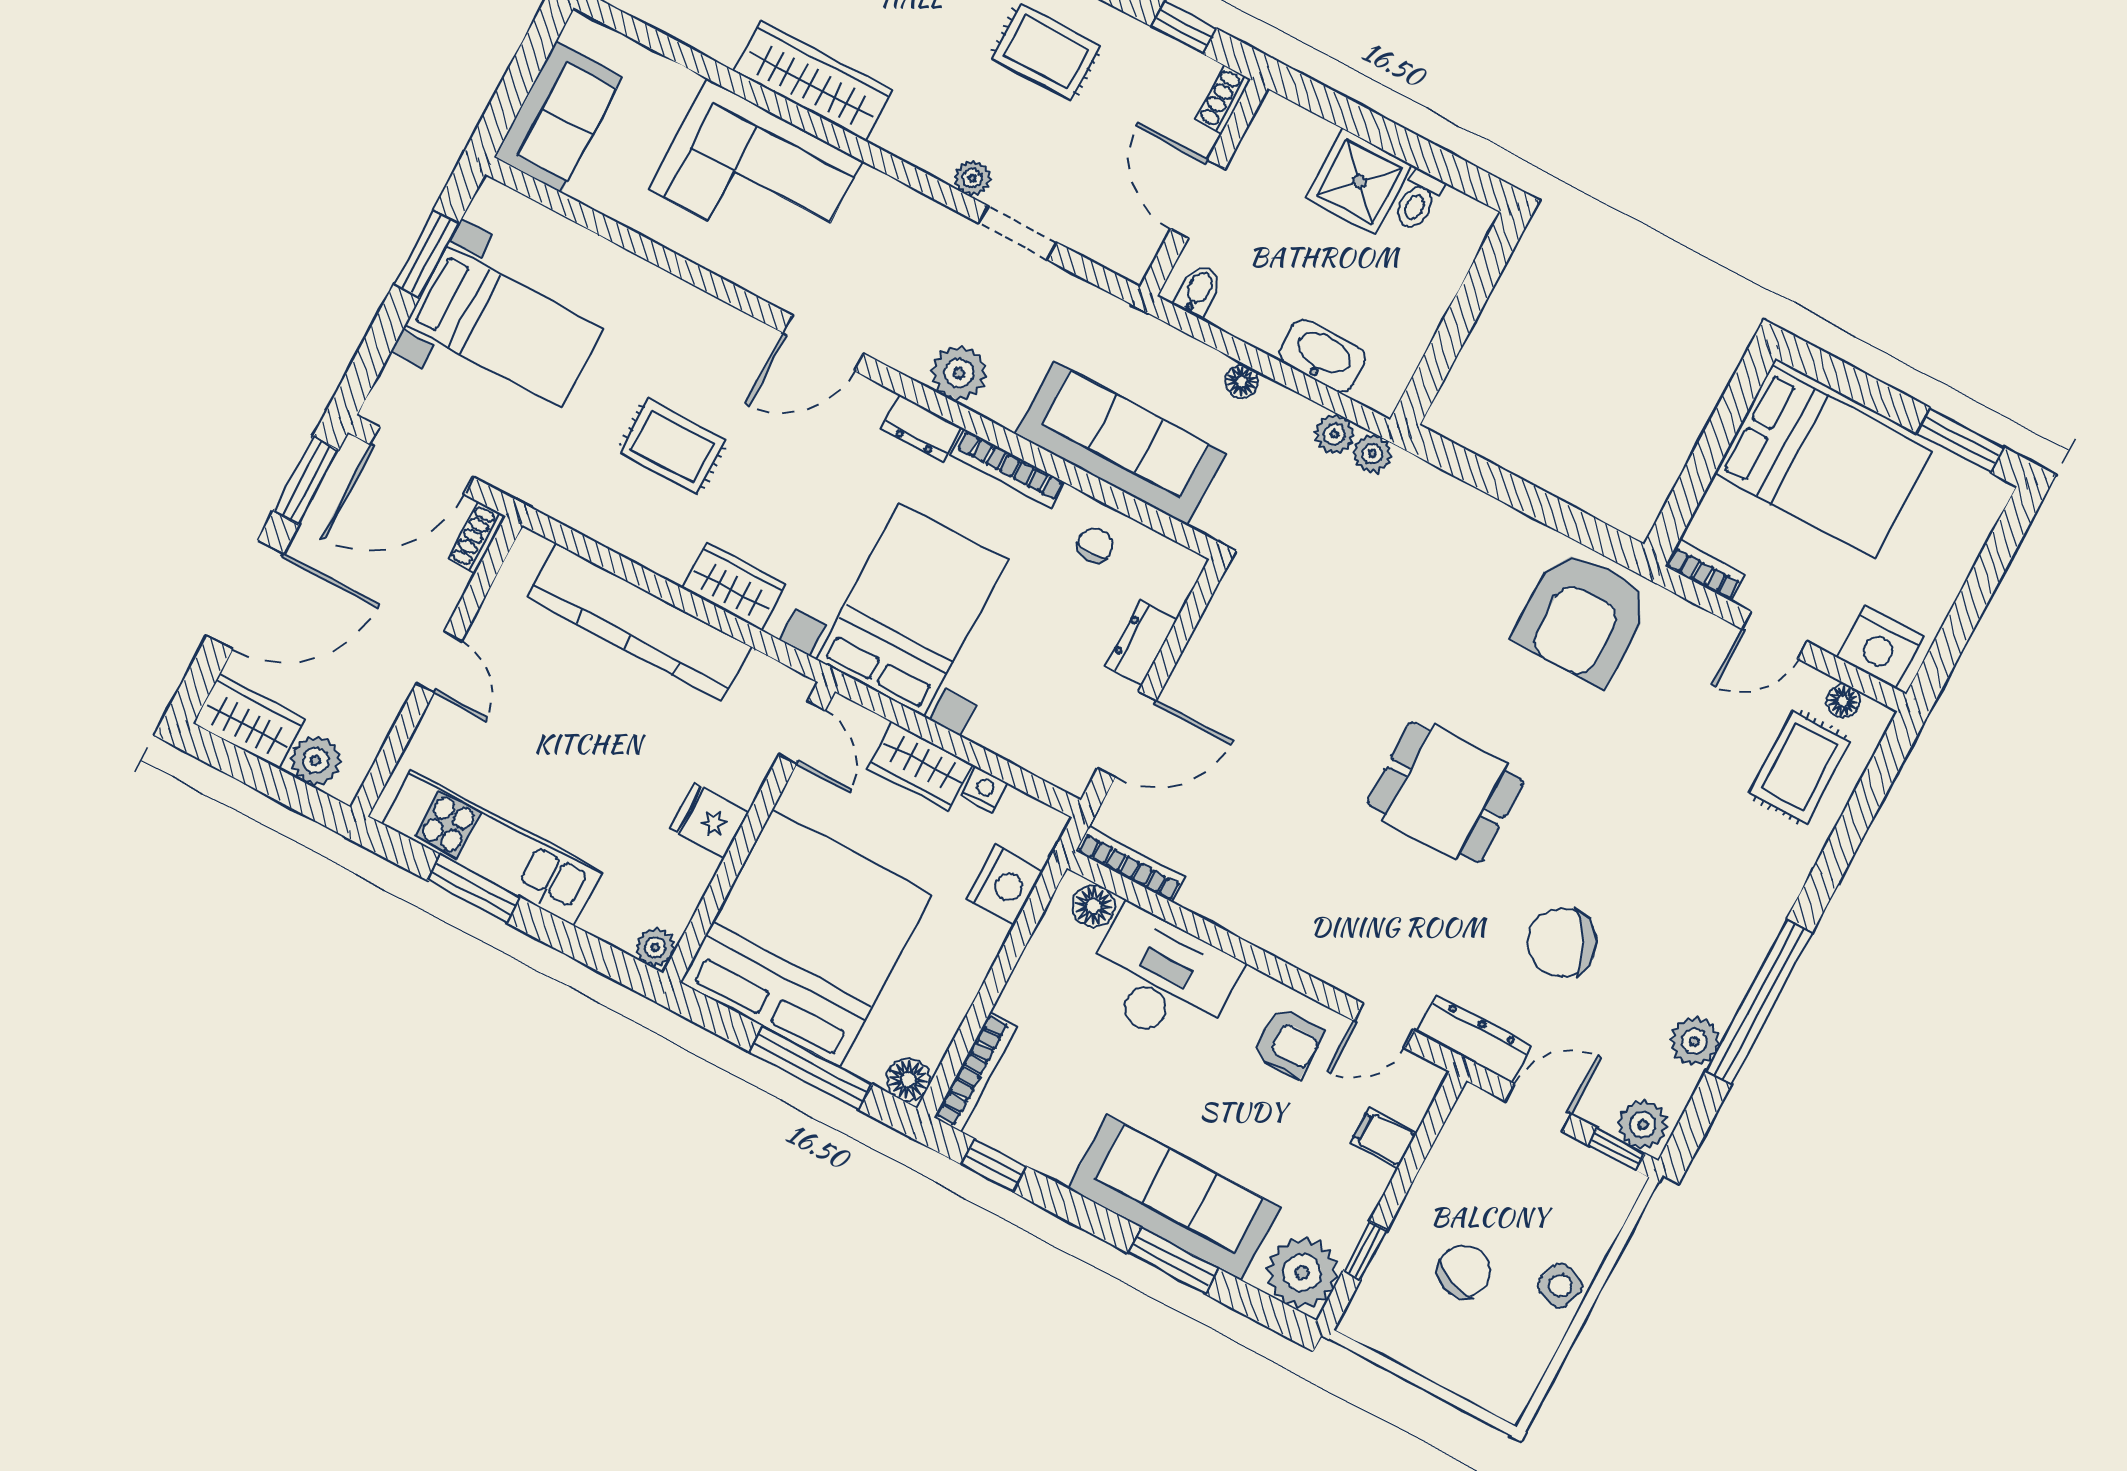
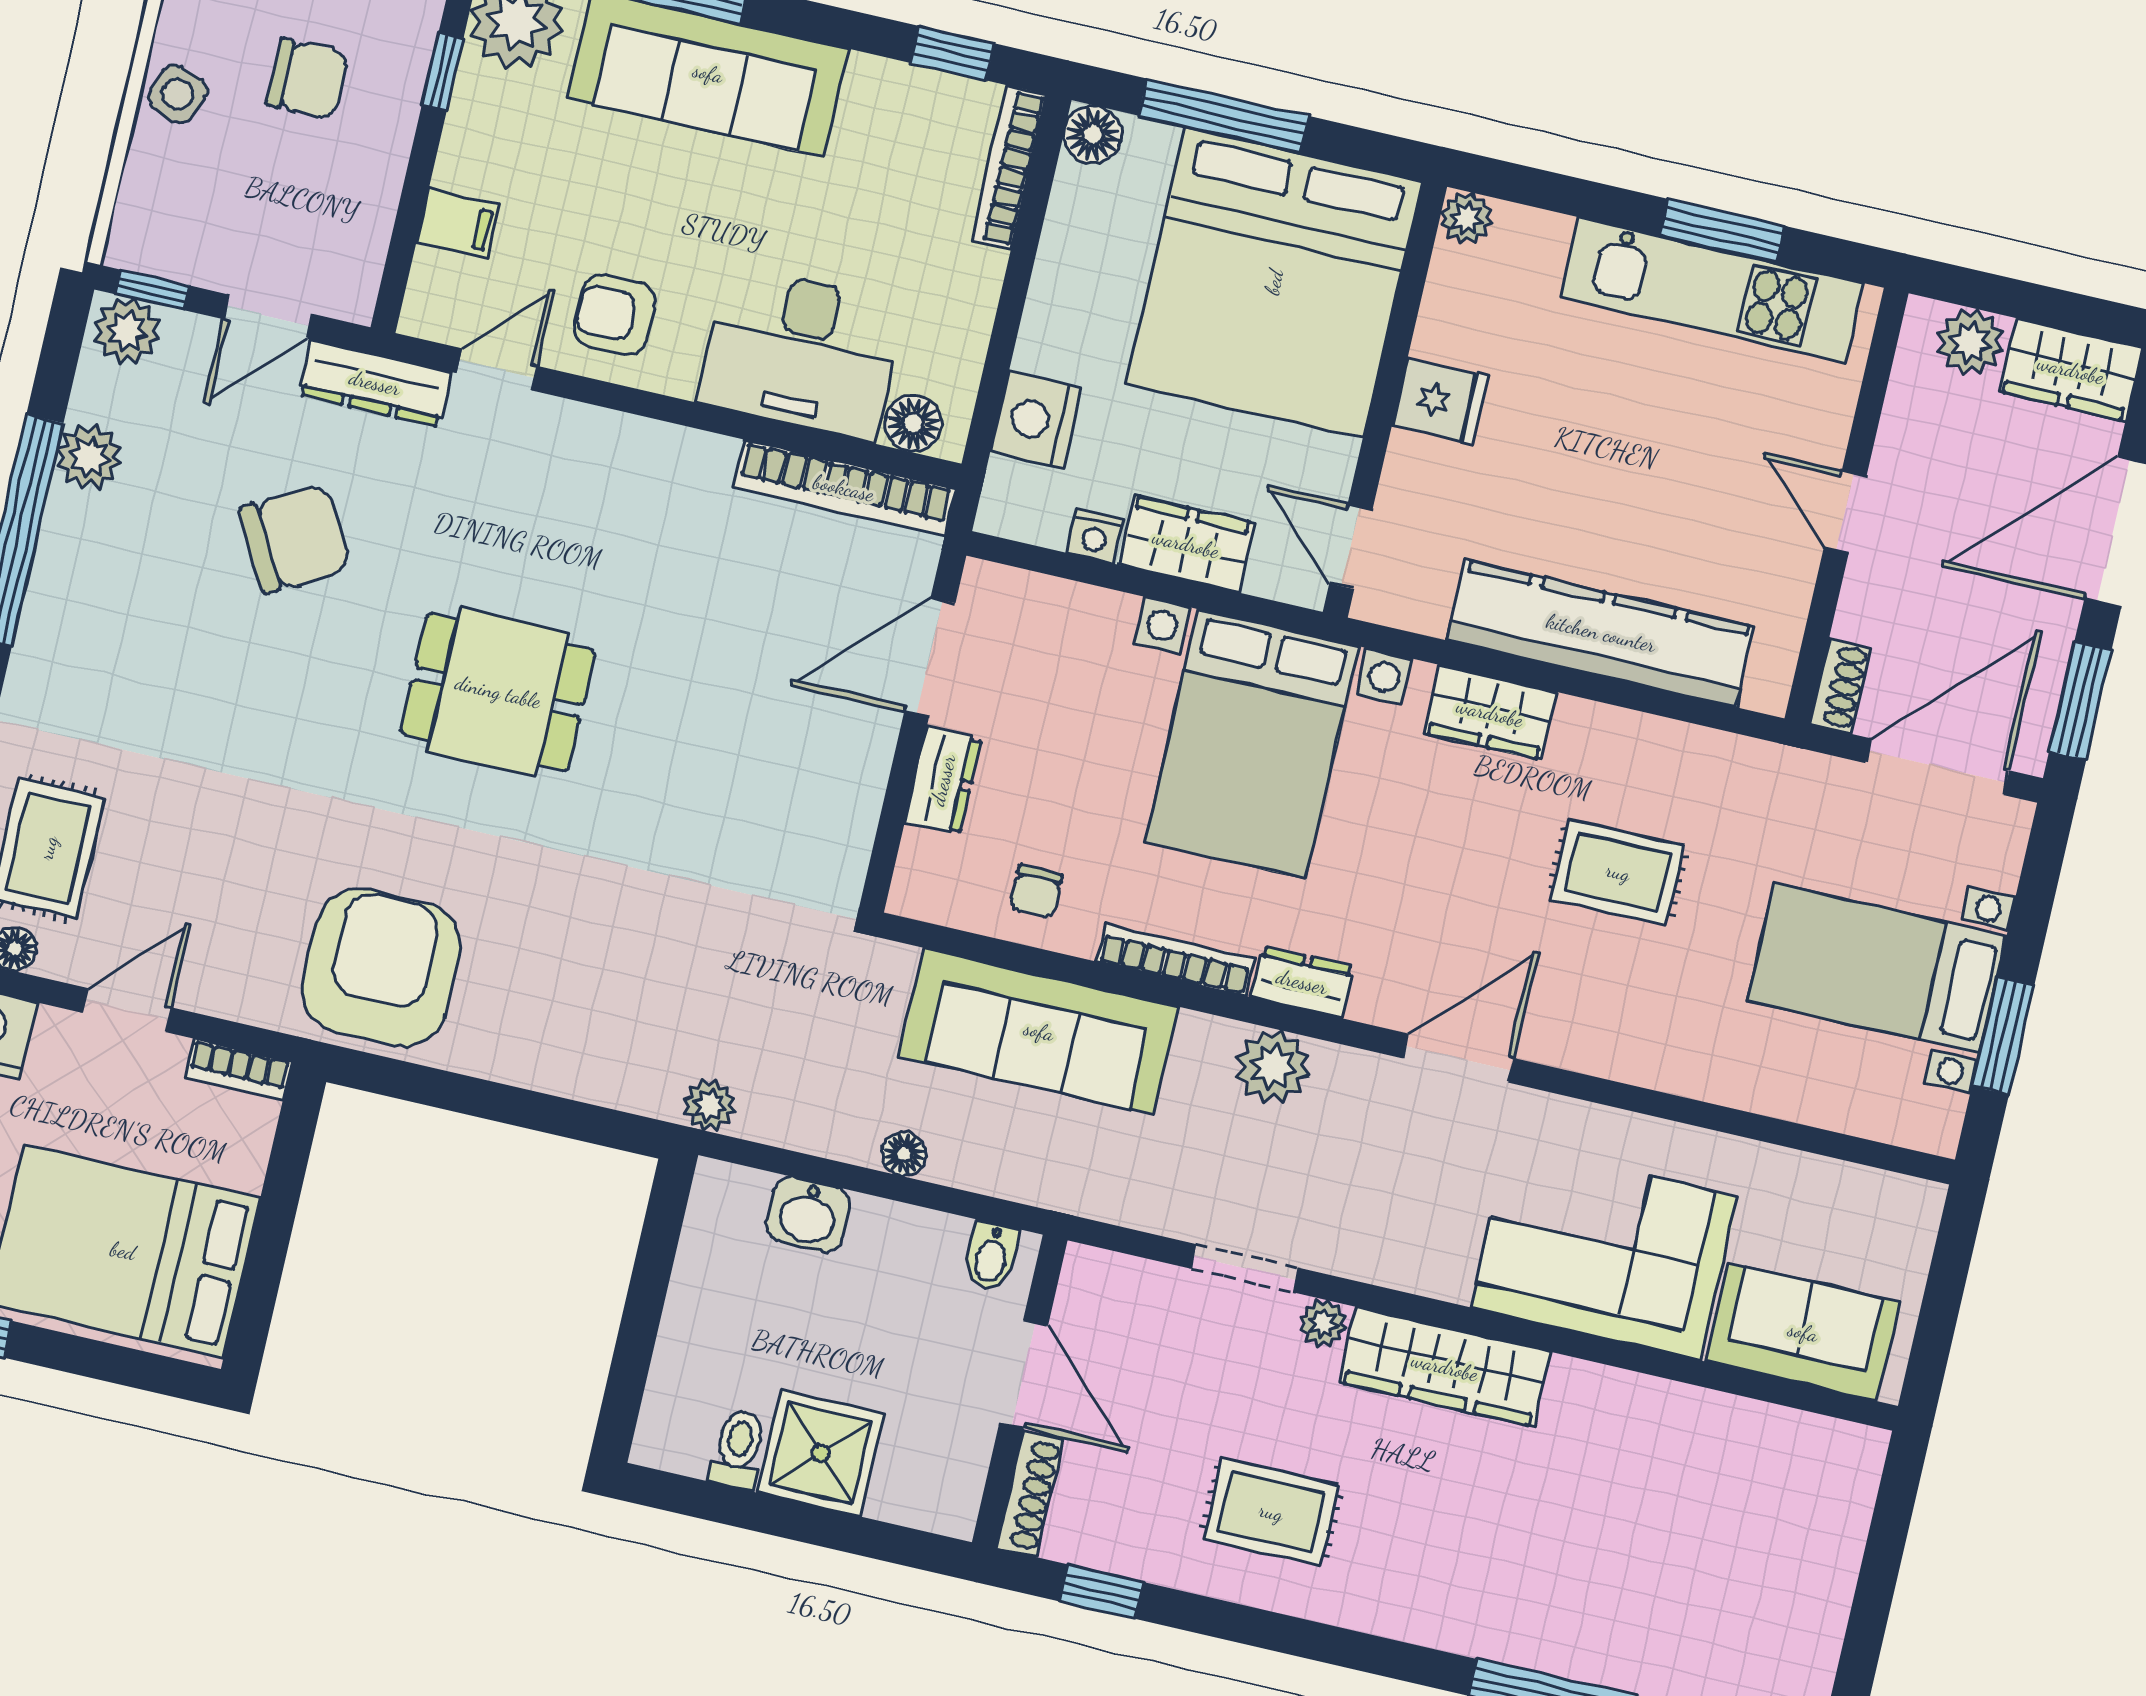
wardrobe: (813, 81) -> (1445, 1367), moved
shoe rack: (1223, 100) -> (1030, 1494), width x1.43
sofa: (558, 117) -> (1803, 1332), moved, turned 90
washbasin: (1322, 356) -> (808, 1215), width x0.72
plant: (1335, 434) -> (765, 1118), removed
bookcase: (1131, 864) -> (844, 488), width x1.48, depth x1.31
chair: (1464, 1271) -> (307, 79), turned -111

